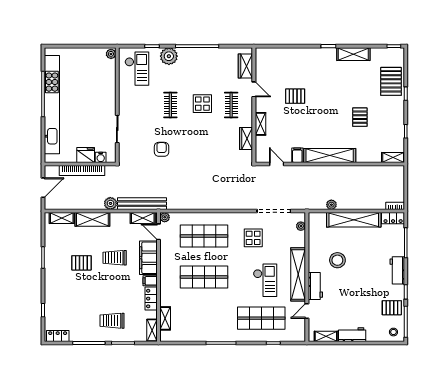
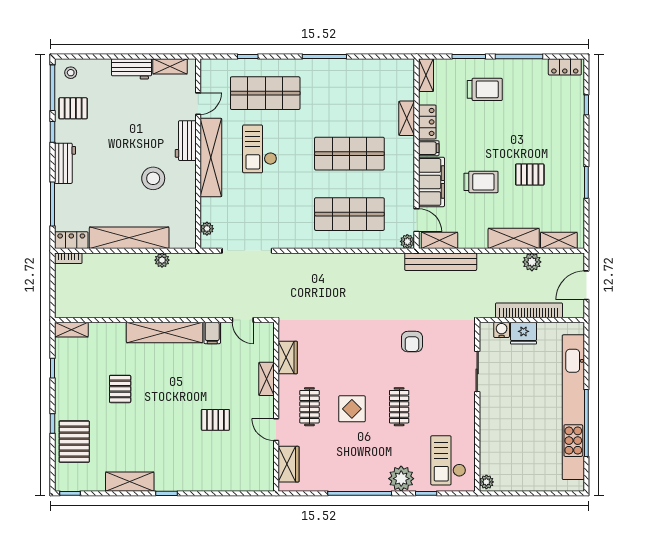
plant: (110, 203) -> (532, 262), moved
display table: (253, 238) -> (277, 211), removed
shelving: (165, 318) -> (407, 118), moved

